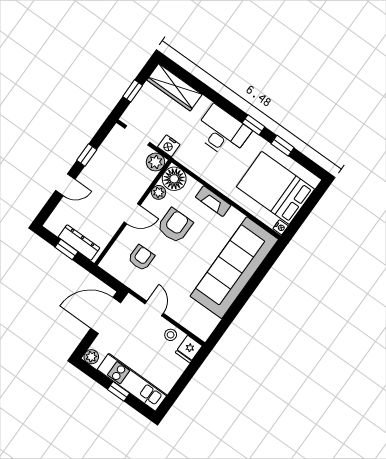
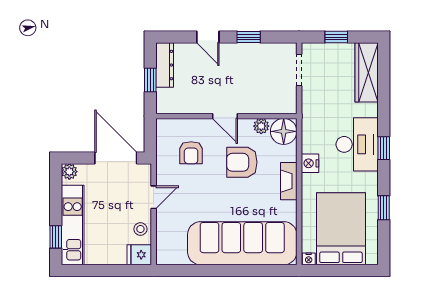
window: (254, 125) -> (384, 148), moved
nightstand: (169, 146) -> (310, 163), moved
plant: (156, 162) -> (287, 104), removed
armchair: (175, 226) -> (242, 162), turned 180
dresser: (79, 243) -> (165, 65), moved
armchair: (141, 258) -> (191, 153), turned 90
window: (119, 391) -> (56, 237), moved

